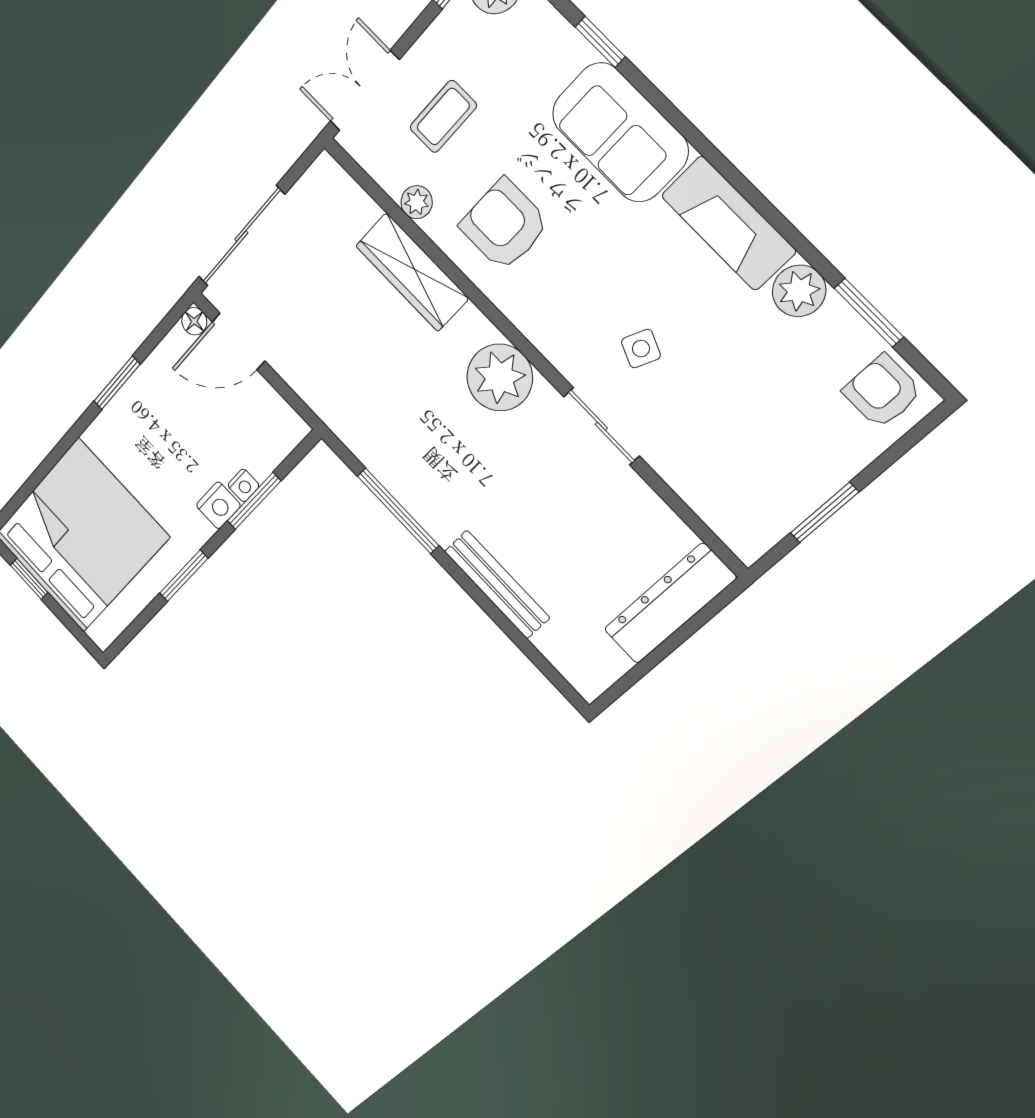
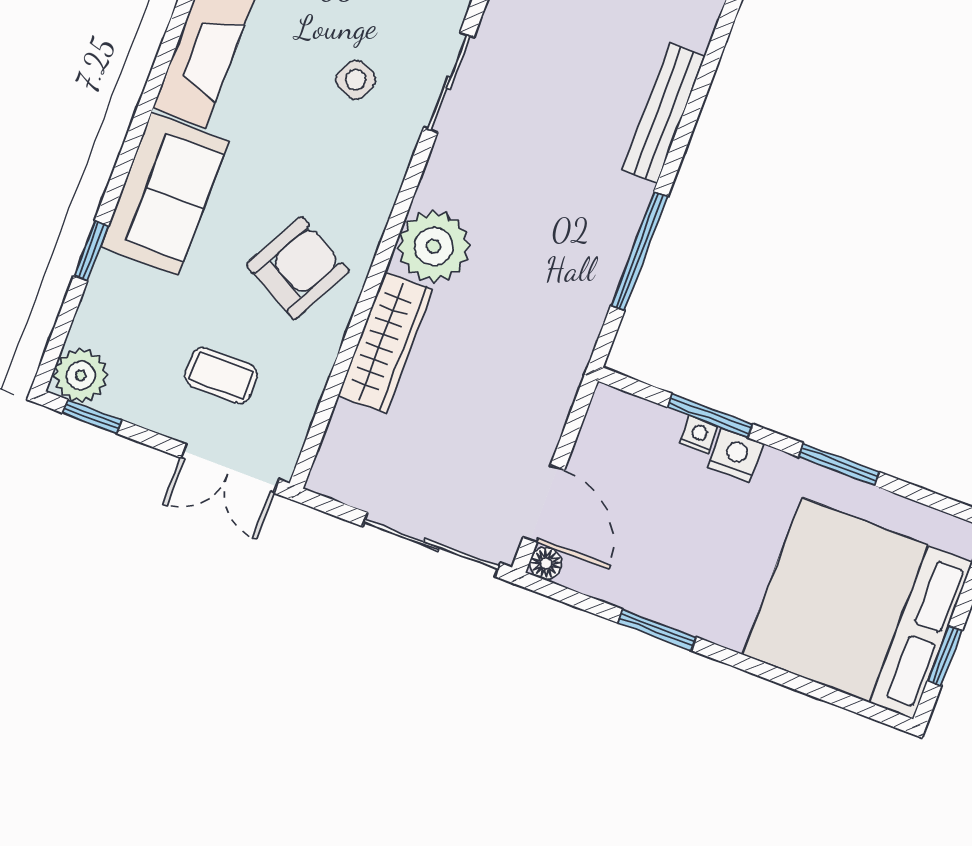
plant: (417, 202) -> (315, 367), removed
armchair: (504, 225) -> (298, 268), turned -152
plant: (500, 377) -> (434, 246), moved

